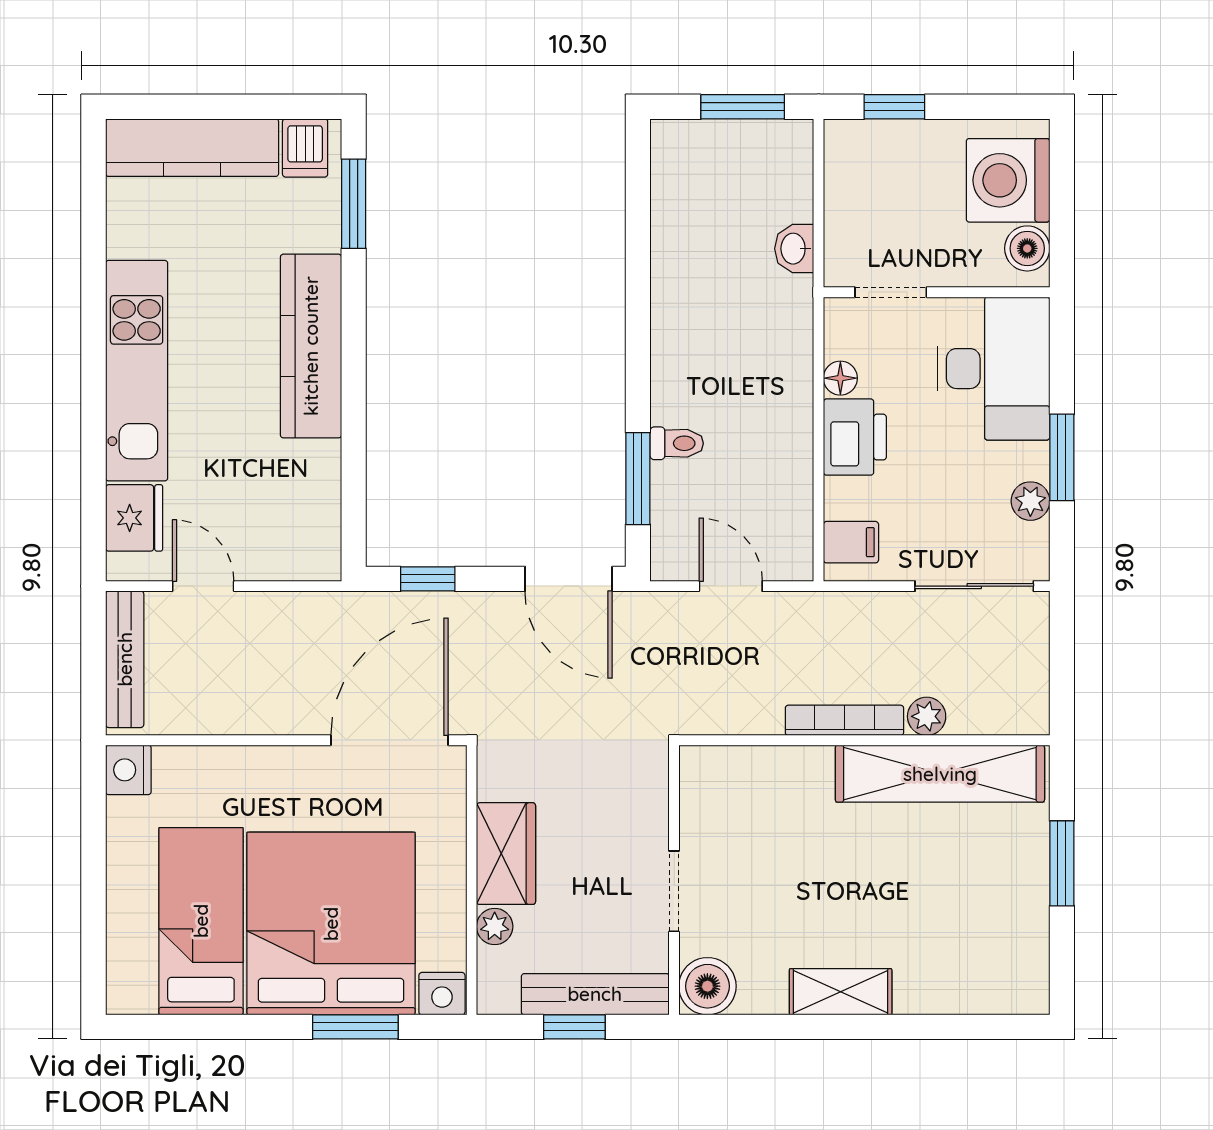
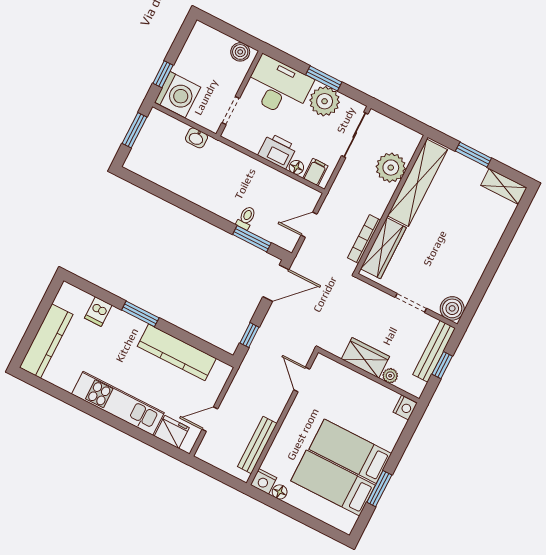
dishwasher: (305, 148) -> (98, 312), moved, turned 90
washing machine: (1008, 180) -> (178, 95), moved, turned -90
window: (354, 204) -> (140, 314), moved
kitchen counter: (311, 346) -> (177, 352), moved
floor lamp: (840, 378) -> (296, 167), moved
plant: (1030, 501) -> (325, 101), width x1.88, depth x1.88
bench: (125, 659) -> (257, 445), moved, turned 90
plant: (927, 716) -> (391, 168), width x1.88, depth x1.88
bookcase: (844, 720) -> (364, 239), moved
door: (389, 740) -> (302, 379), width x0.53
wardrobe: (762, 772) -> (383, 248), added
floor lamp: (123, 816) -> (280, 492), added
bed: (331, 924) -> (350, 451), width x0.49
shelving: (841, 992) -> (504, 186), moved, turned 90
window: (355, 1027) -> (379, 489), moved

